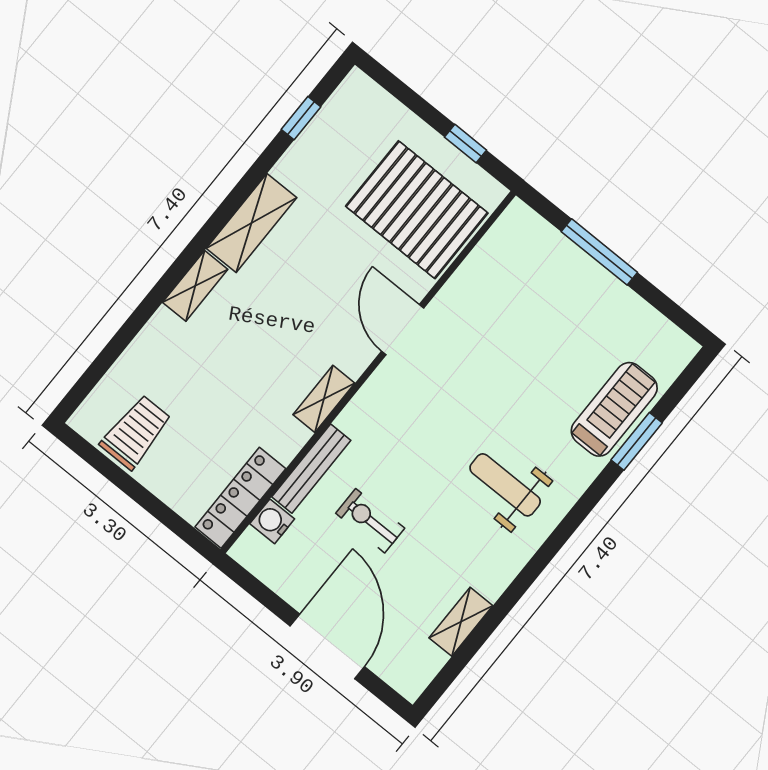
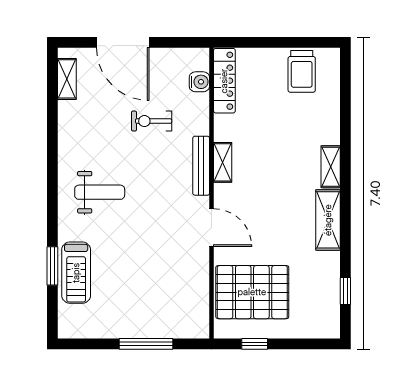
bench: (311, 469) -> (201, 166), moved
exercise bike: (370, 521) -> (152, 121), turned 180
shelving: (461, 622) -> (67, 79), moved

